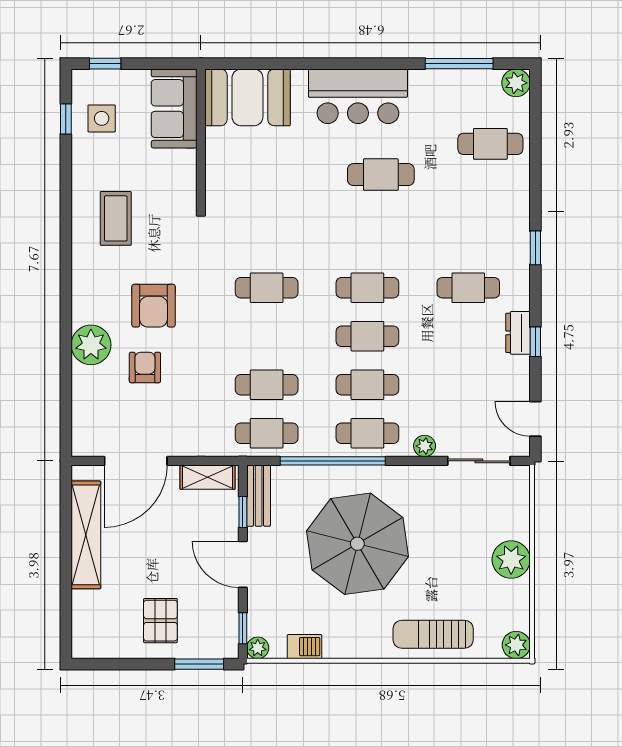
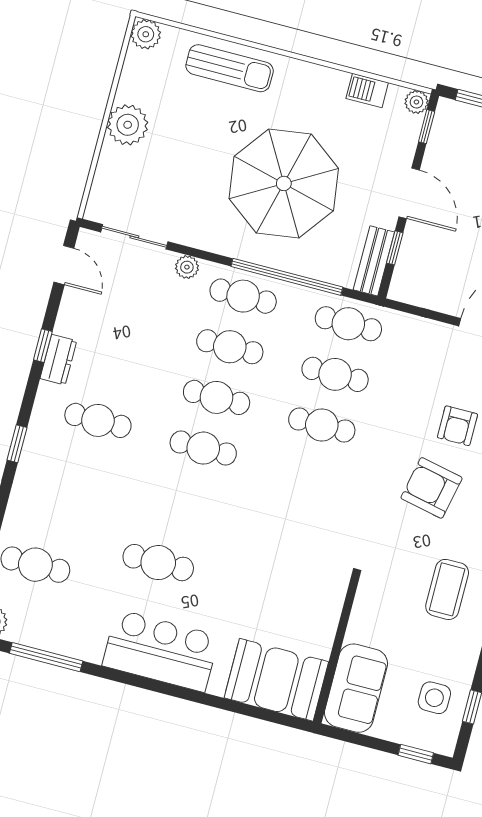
cafe table: (267, 288) -> (322, 425), moved
armchair: (154, 306) -> (432, 488), turned -78
shelving: (208, 477) -> (422, 294), removed

